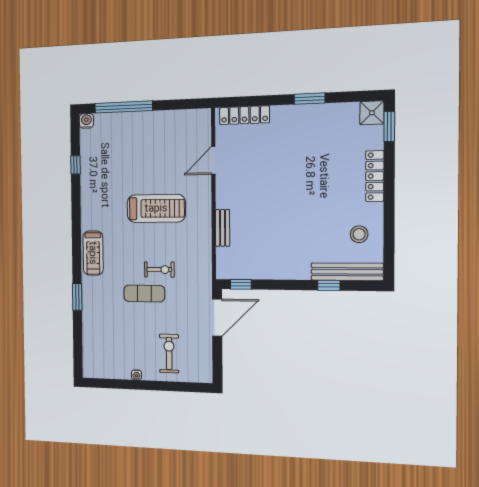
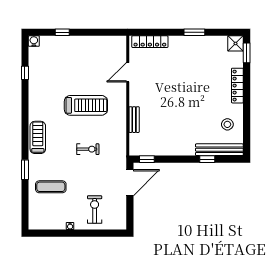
window: (124, 107) -> (62, 32), width x0.32
treadmill: (93, 253) -> (38, 137), turned 180
exercise mat: (144, 294) -> (51, 187), moved

